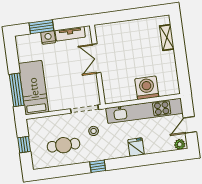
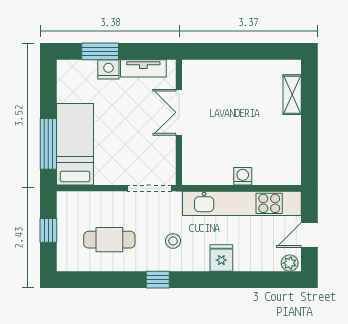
washing machine: (147, 88) -> (243, 176), width x0.53, depth x0.53
stool: (94, 131) -> (173, 241), moved

